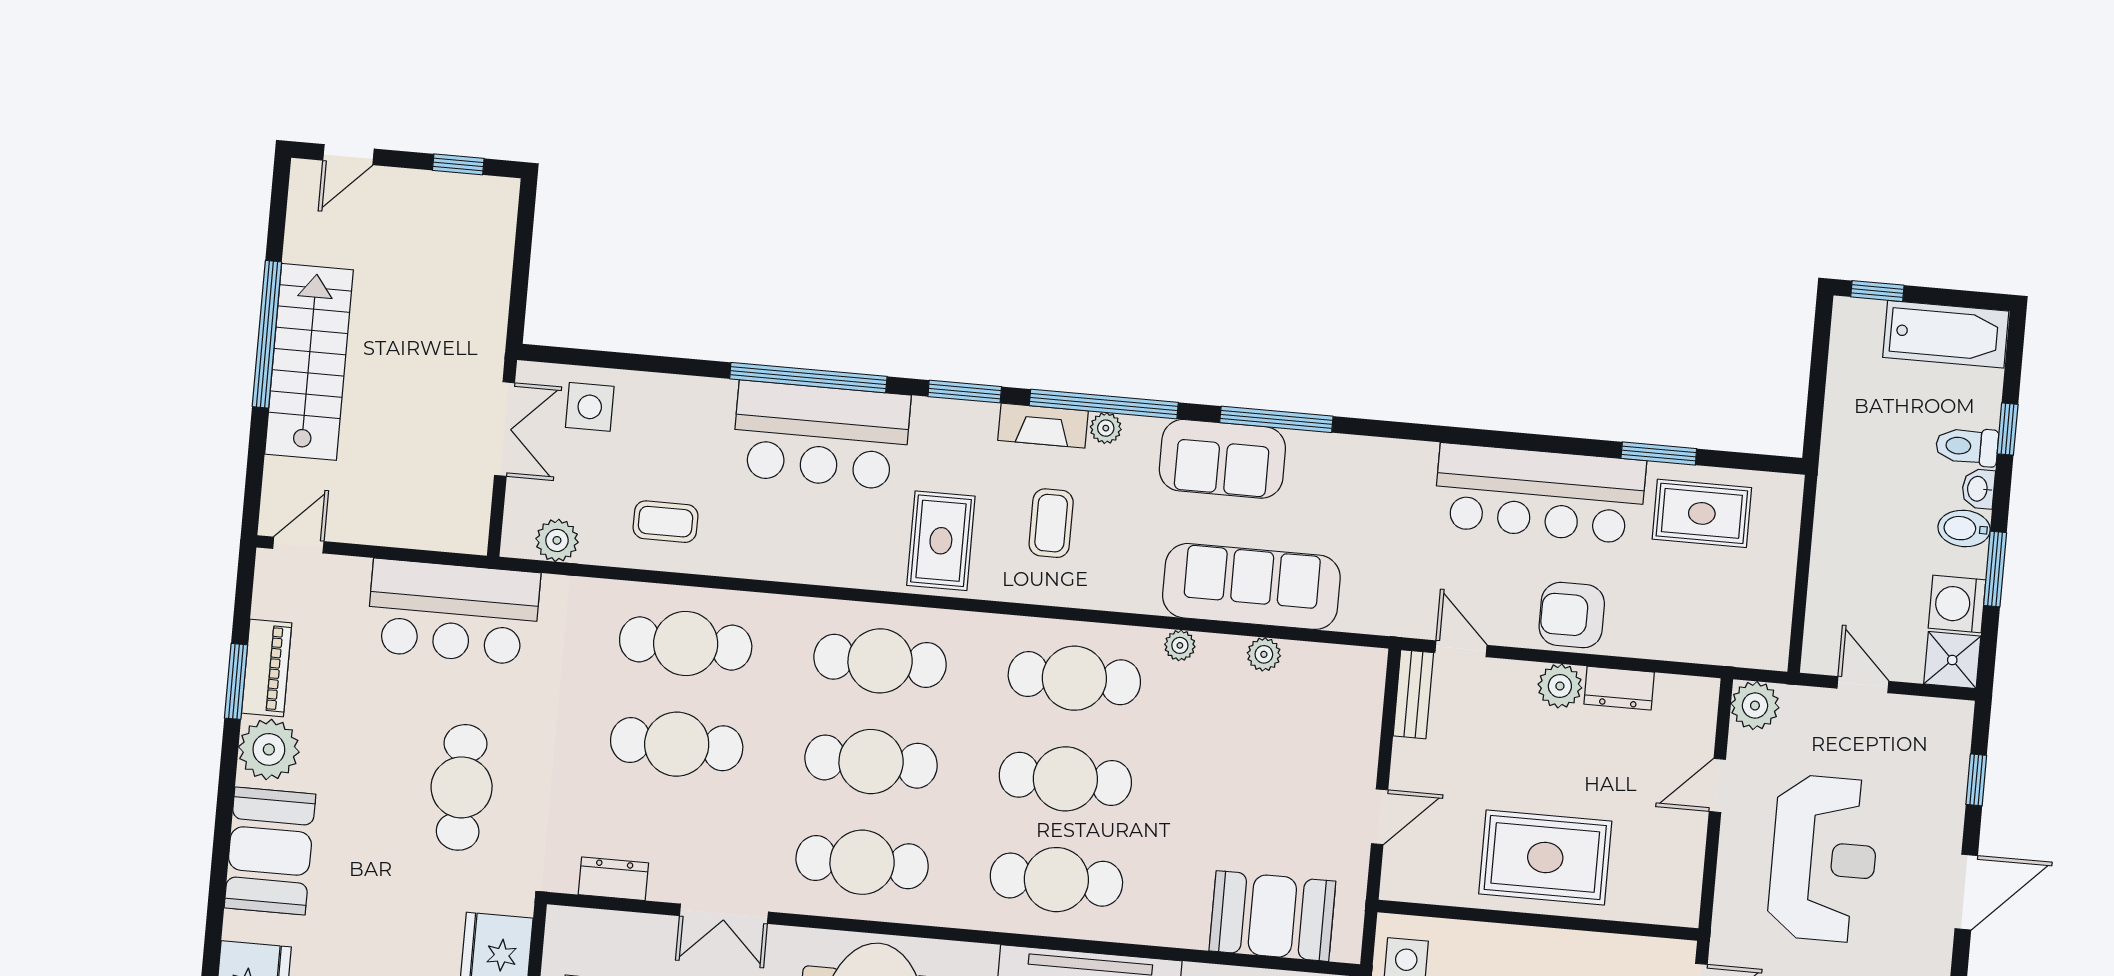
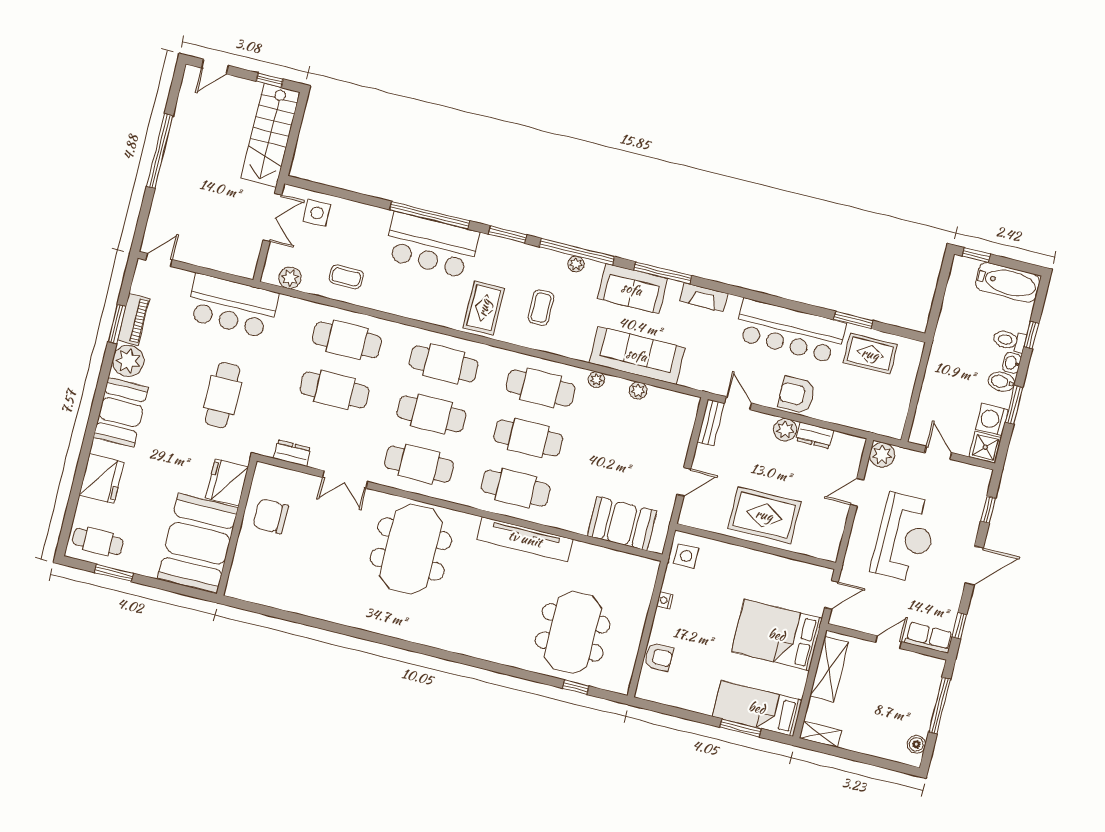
stairs: (309, 362) -> (270, 135), moved, turned 180
fireplace: (1043, 426) -> (704, 297), moved

